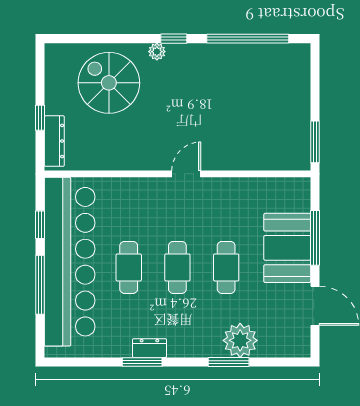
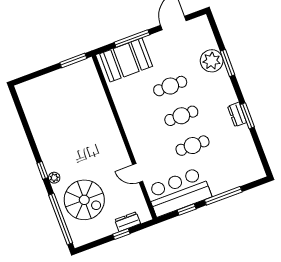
window: (248, 39) -> (61, 219), moved
spiral stairs: (109, 83) -> (84, 200), turned -90
dresser: (54, 141) -> (128, 222), width x0.70
door: (186, 174) -> (138, 173), moved
booth: (287, 248) -> (126, 60), moved
bar counter: (70, 262) -> (179, 192), width x0.54

